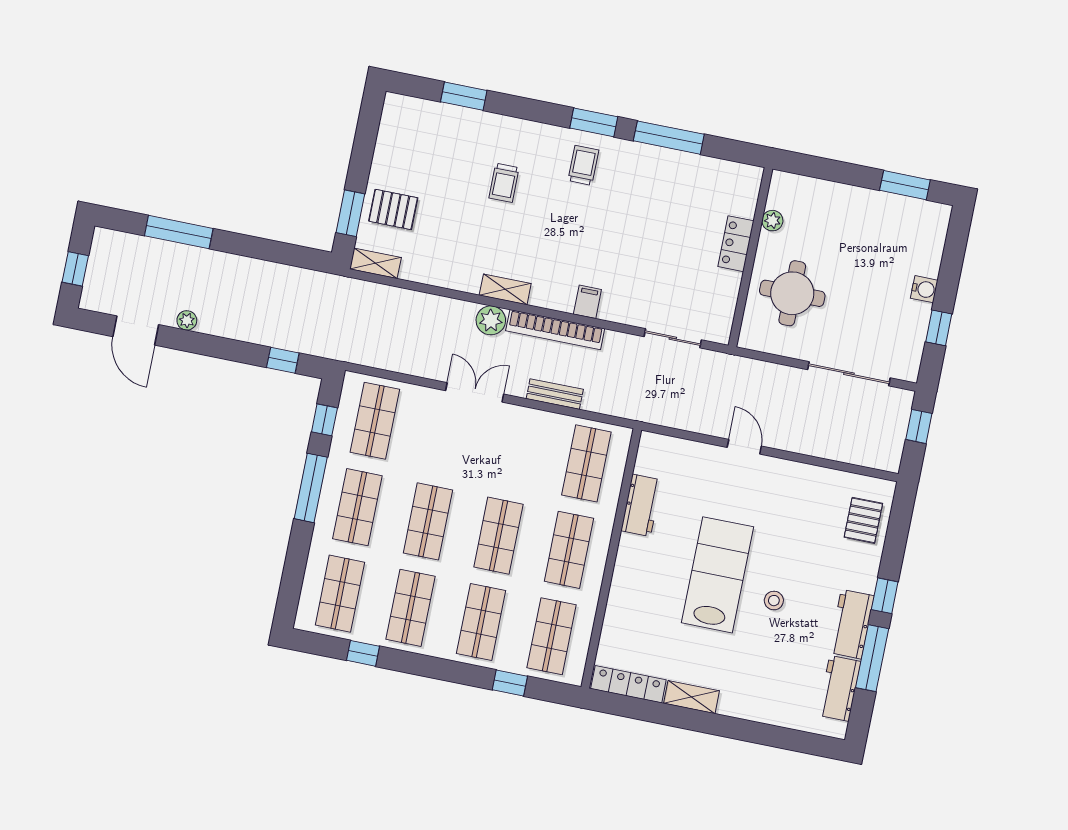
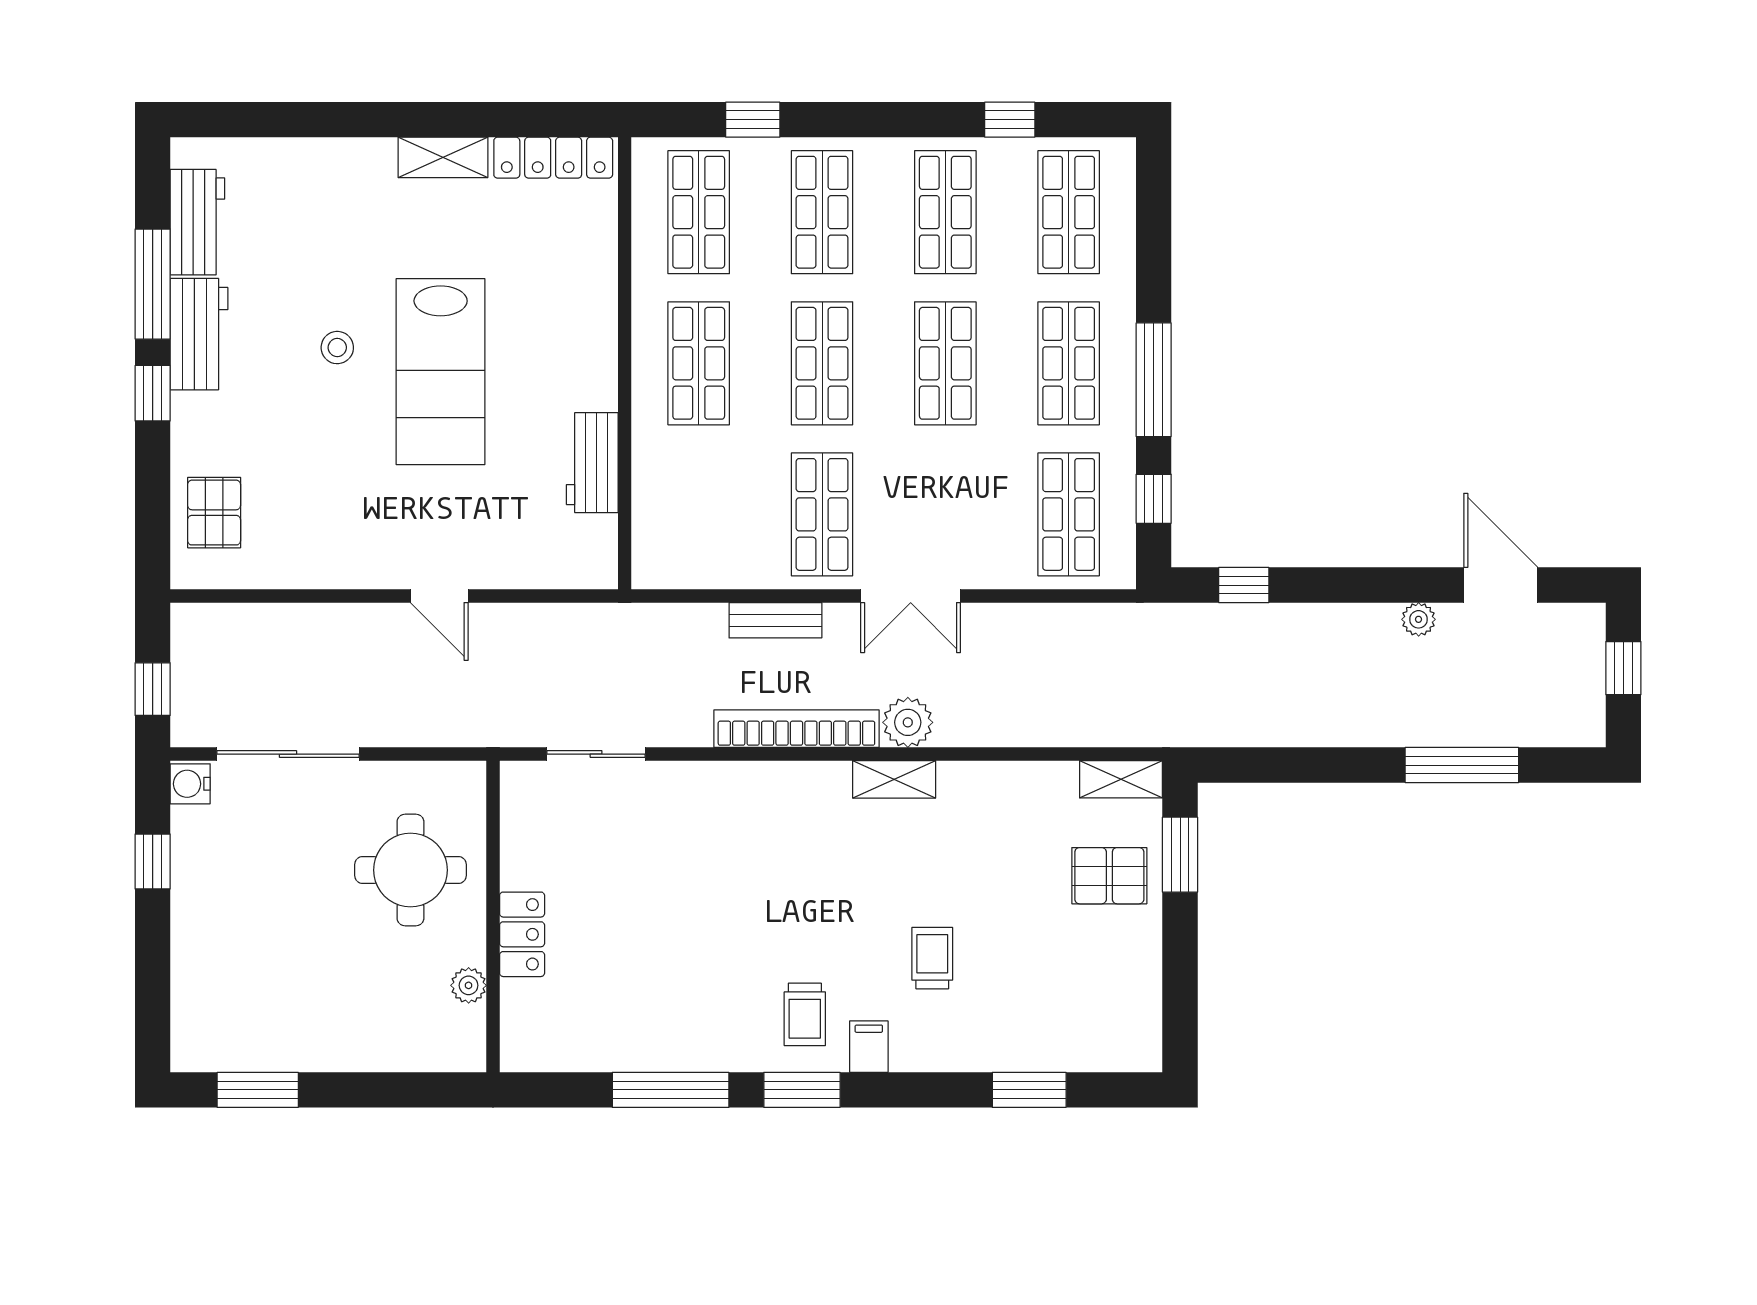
water cooler: (924, 289) -> (190, 784), moved
filing cabinet: (587, 302) -> (869, 1047), moved, turned 180
shop shelf: (586, 463) -> (822, 514), moved

